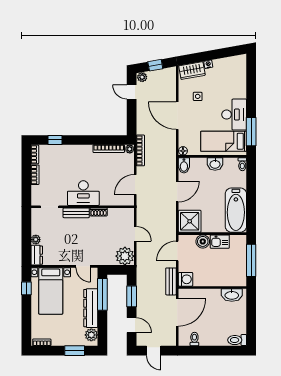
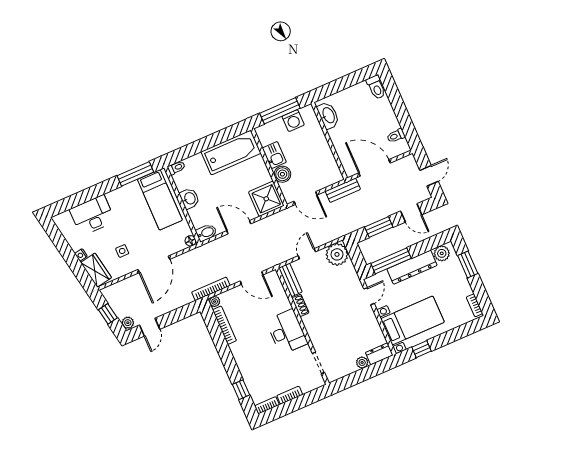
desk: (234, 115) -> (92, 215), moved
bench: (76, 213) -> (290, 280), moved
washing machine: (186, 279) -> (293, 121), moved, turned 180
door: (132, 325) -> (411, 213), swing flipped

